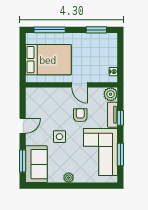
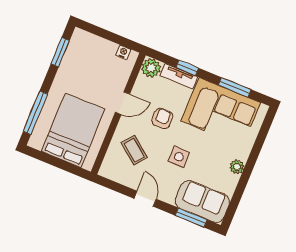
coffee table: (52, 105) -> (134, 150), added
armchair: (80, 115) -> (162, 118), turned 90

